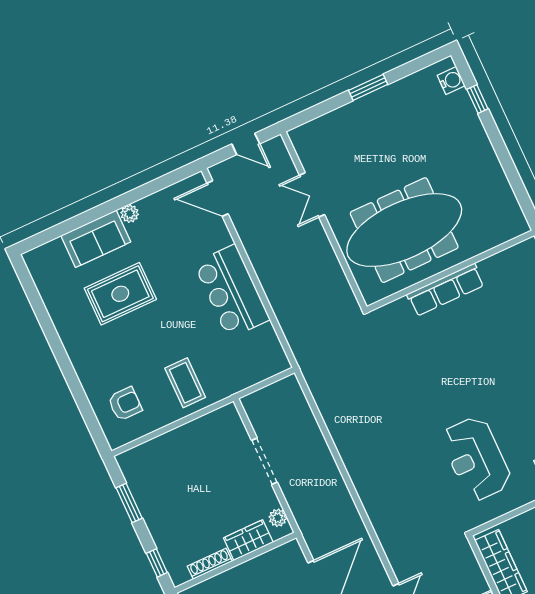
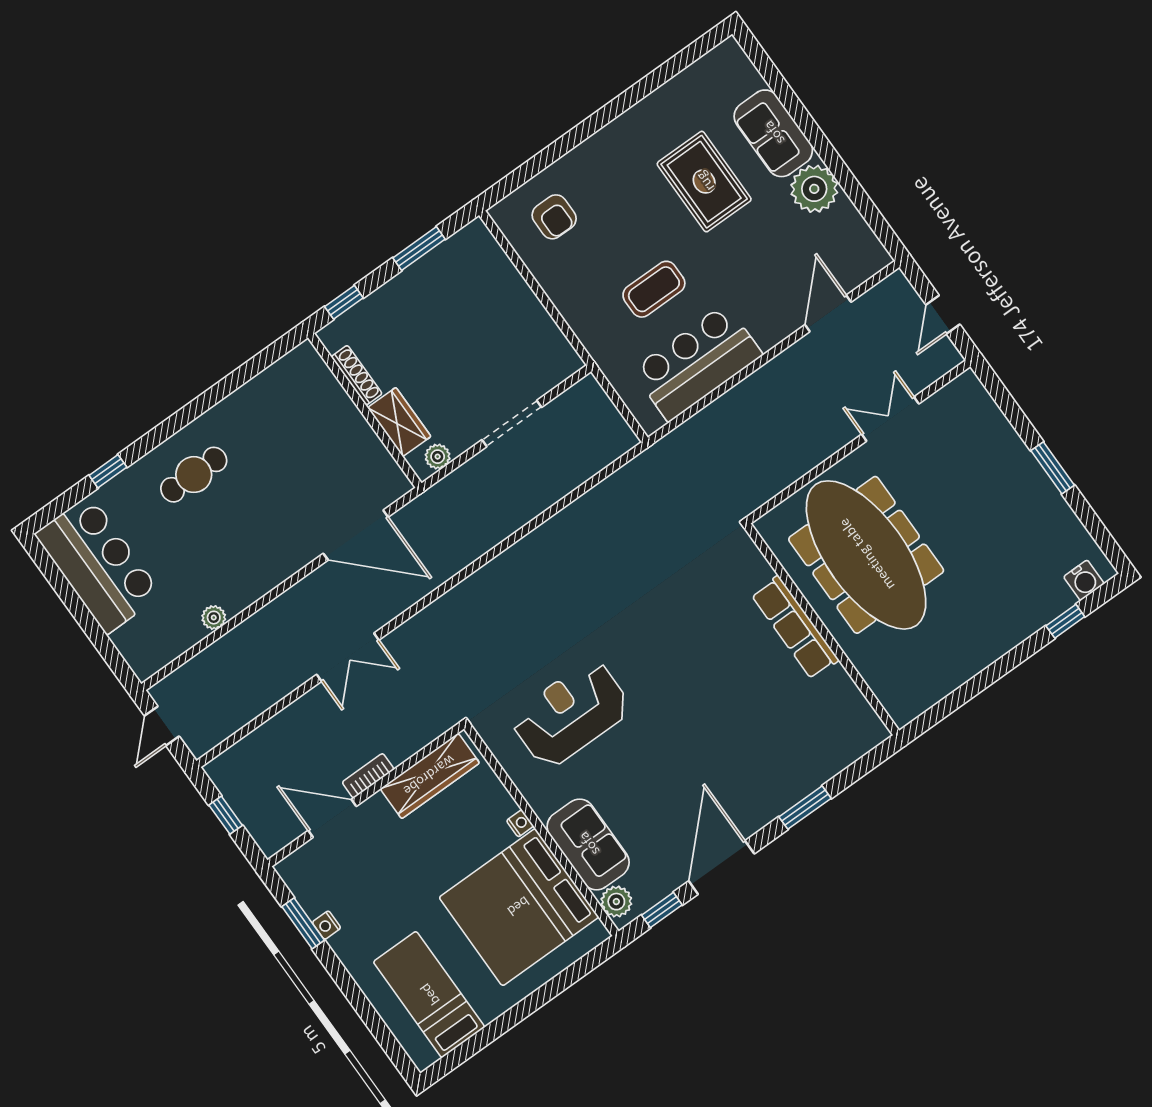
door: (217, 199) -> (828, 313), moved
plant: (130, 214) -> (814, 189), width x1.88, depth x1.88
bar counter: (232, 291) -> (697, 363), moved
coffee table: (185, 383) -> (654, 289), moved

